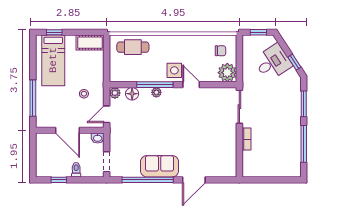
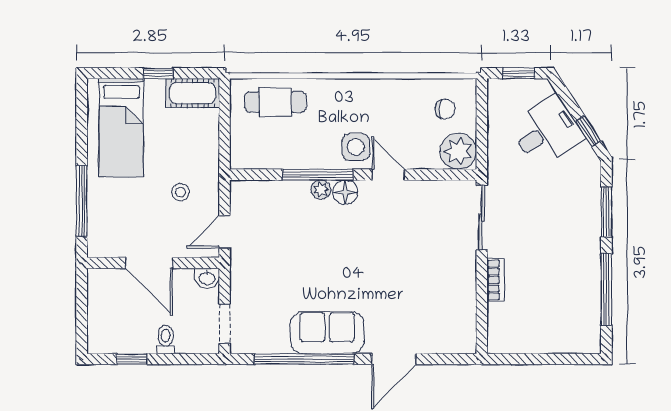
window: (54, 32) -> (158, 73), moved
plant: (115, 93) -> (241, 191), removed
floor lamp: (132, 94) -> (345, 192), moved

